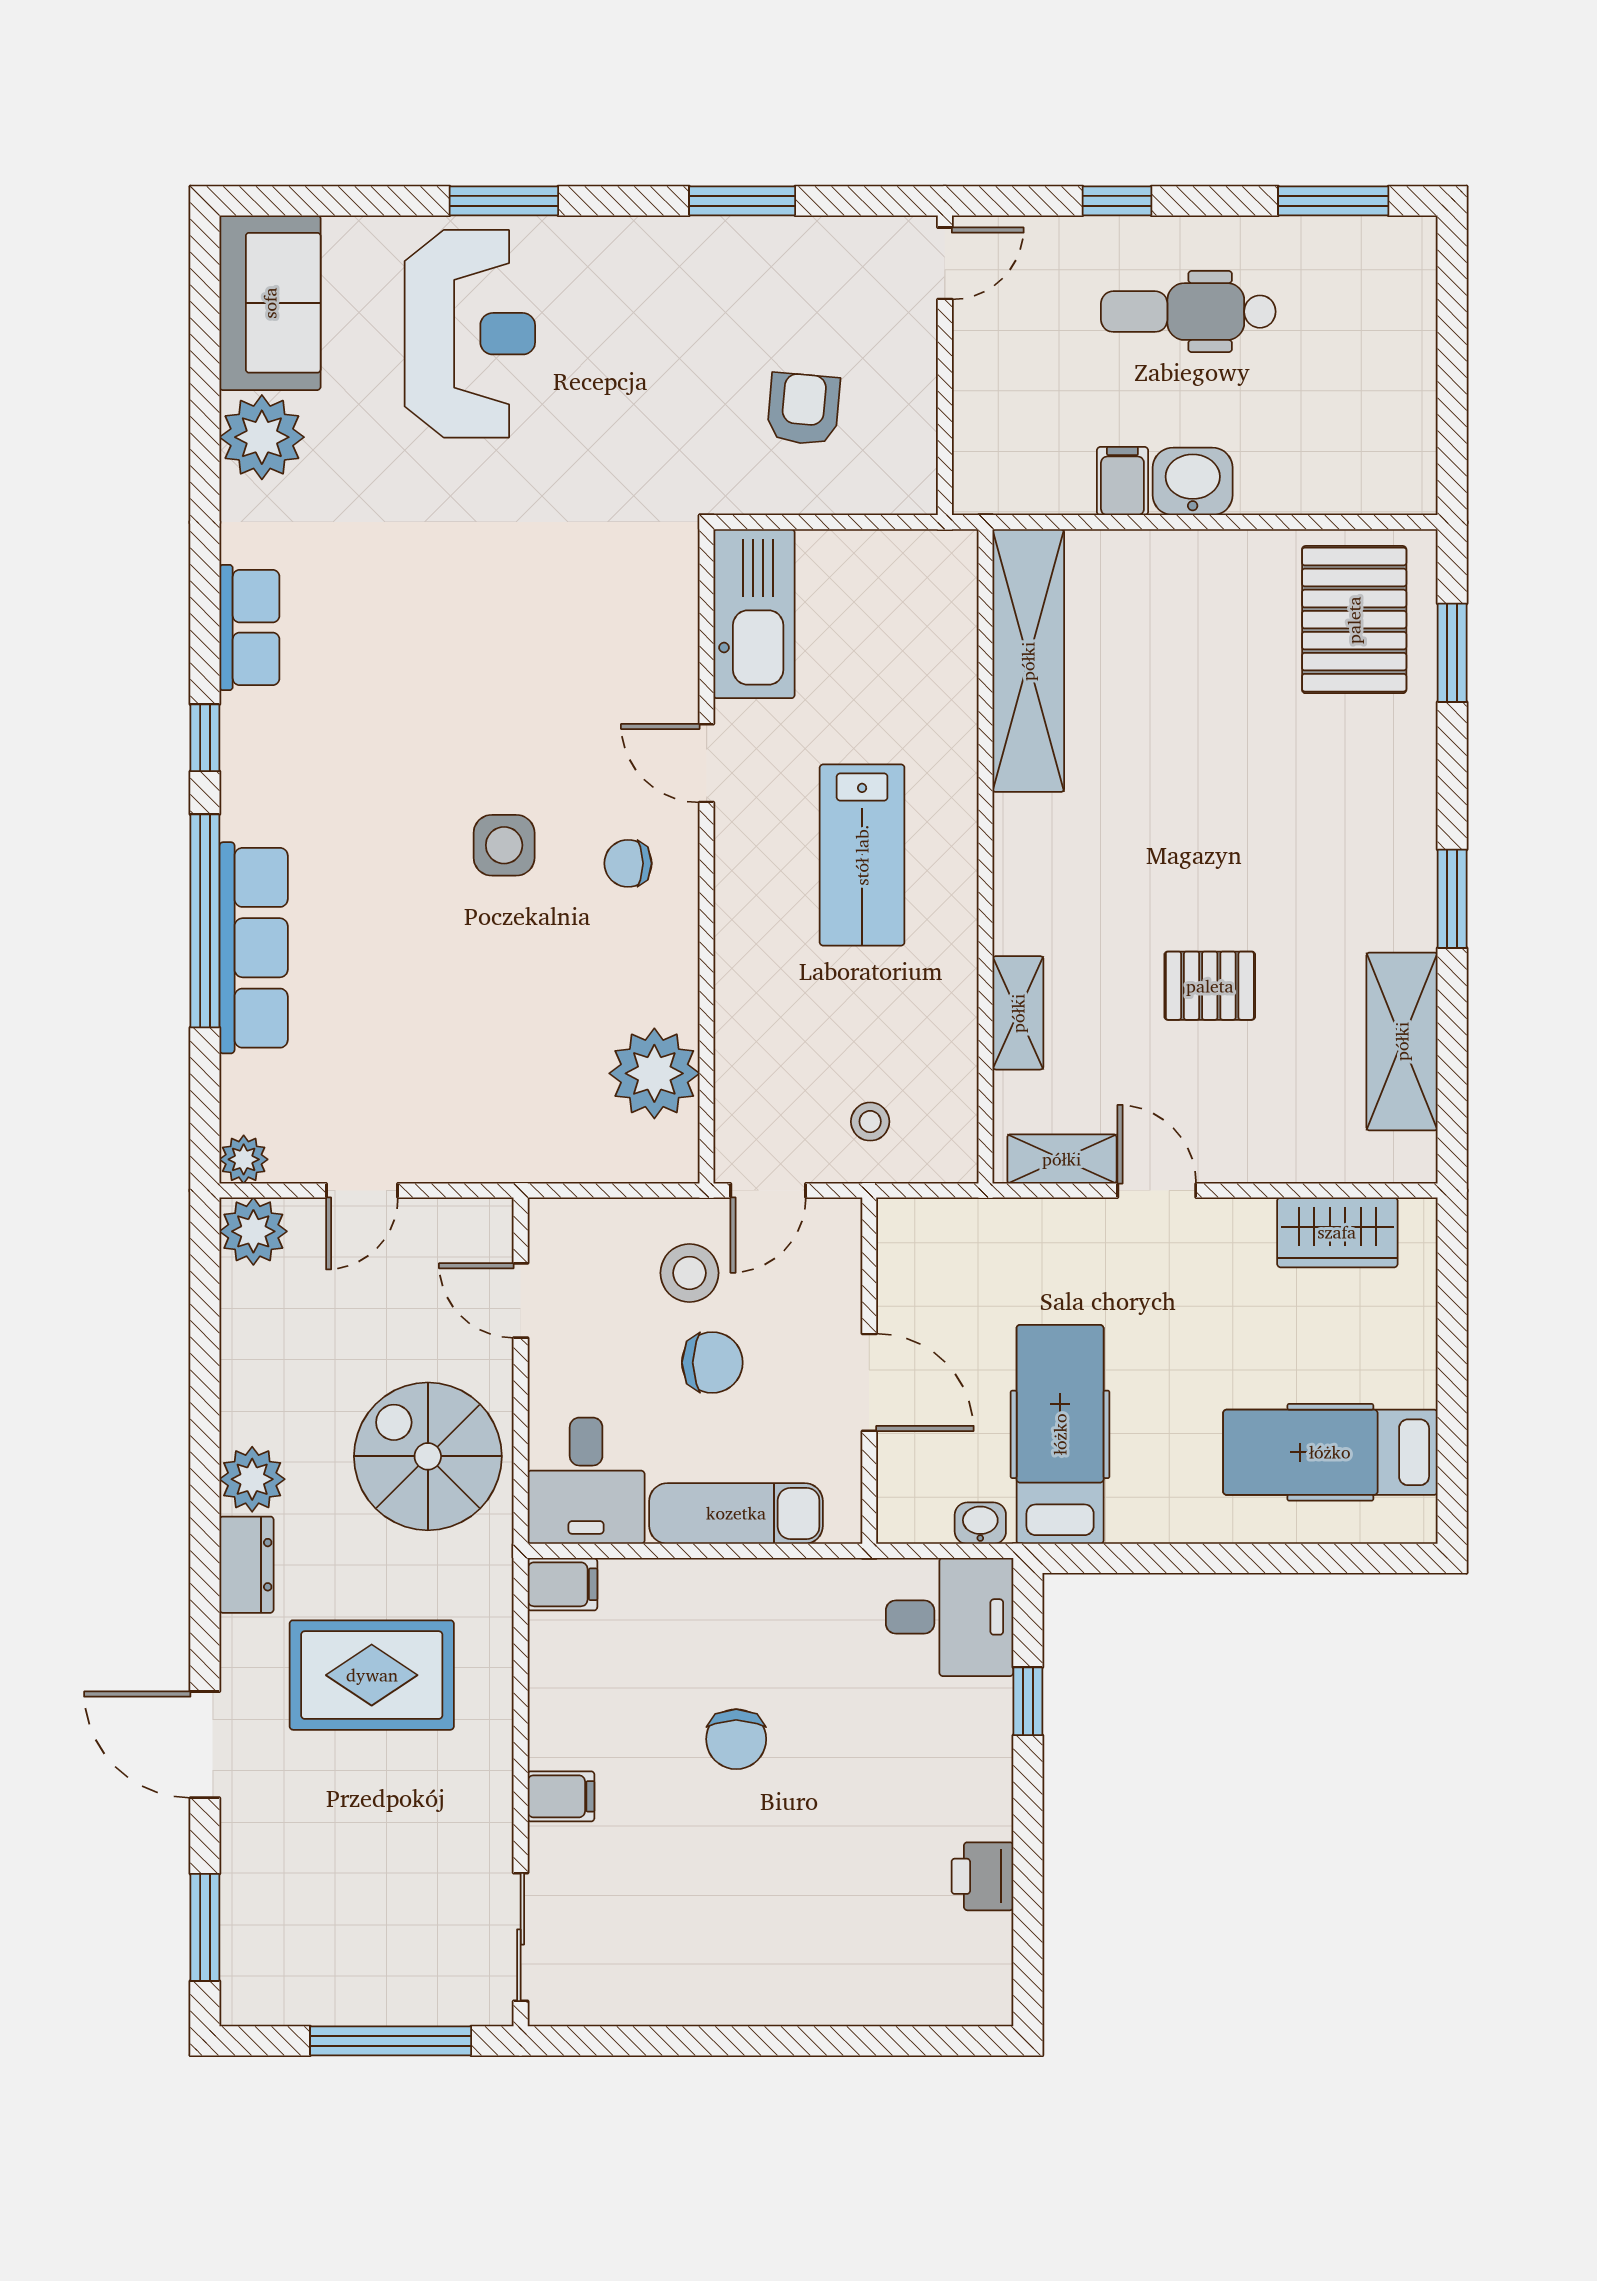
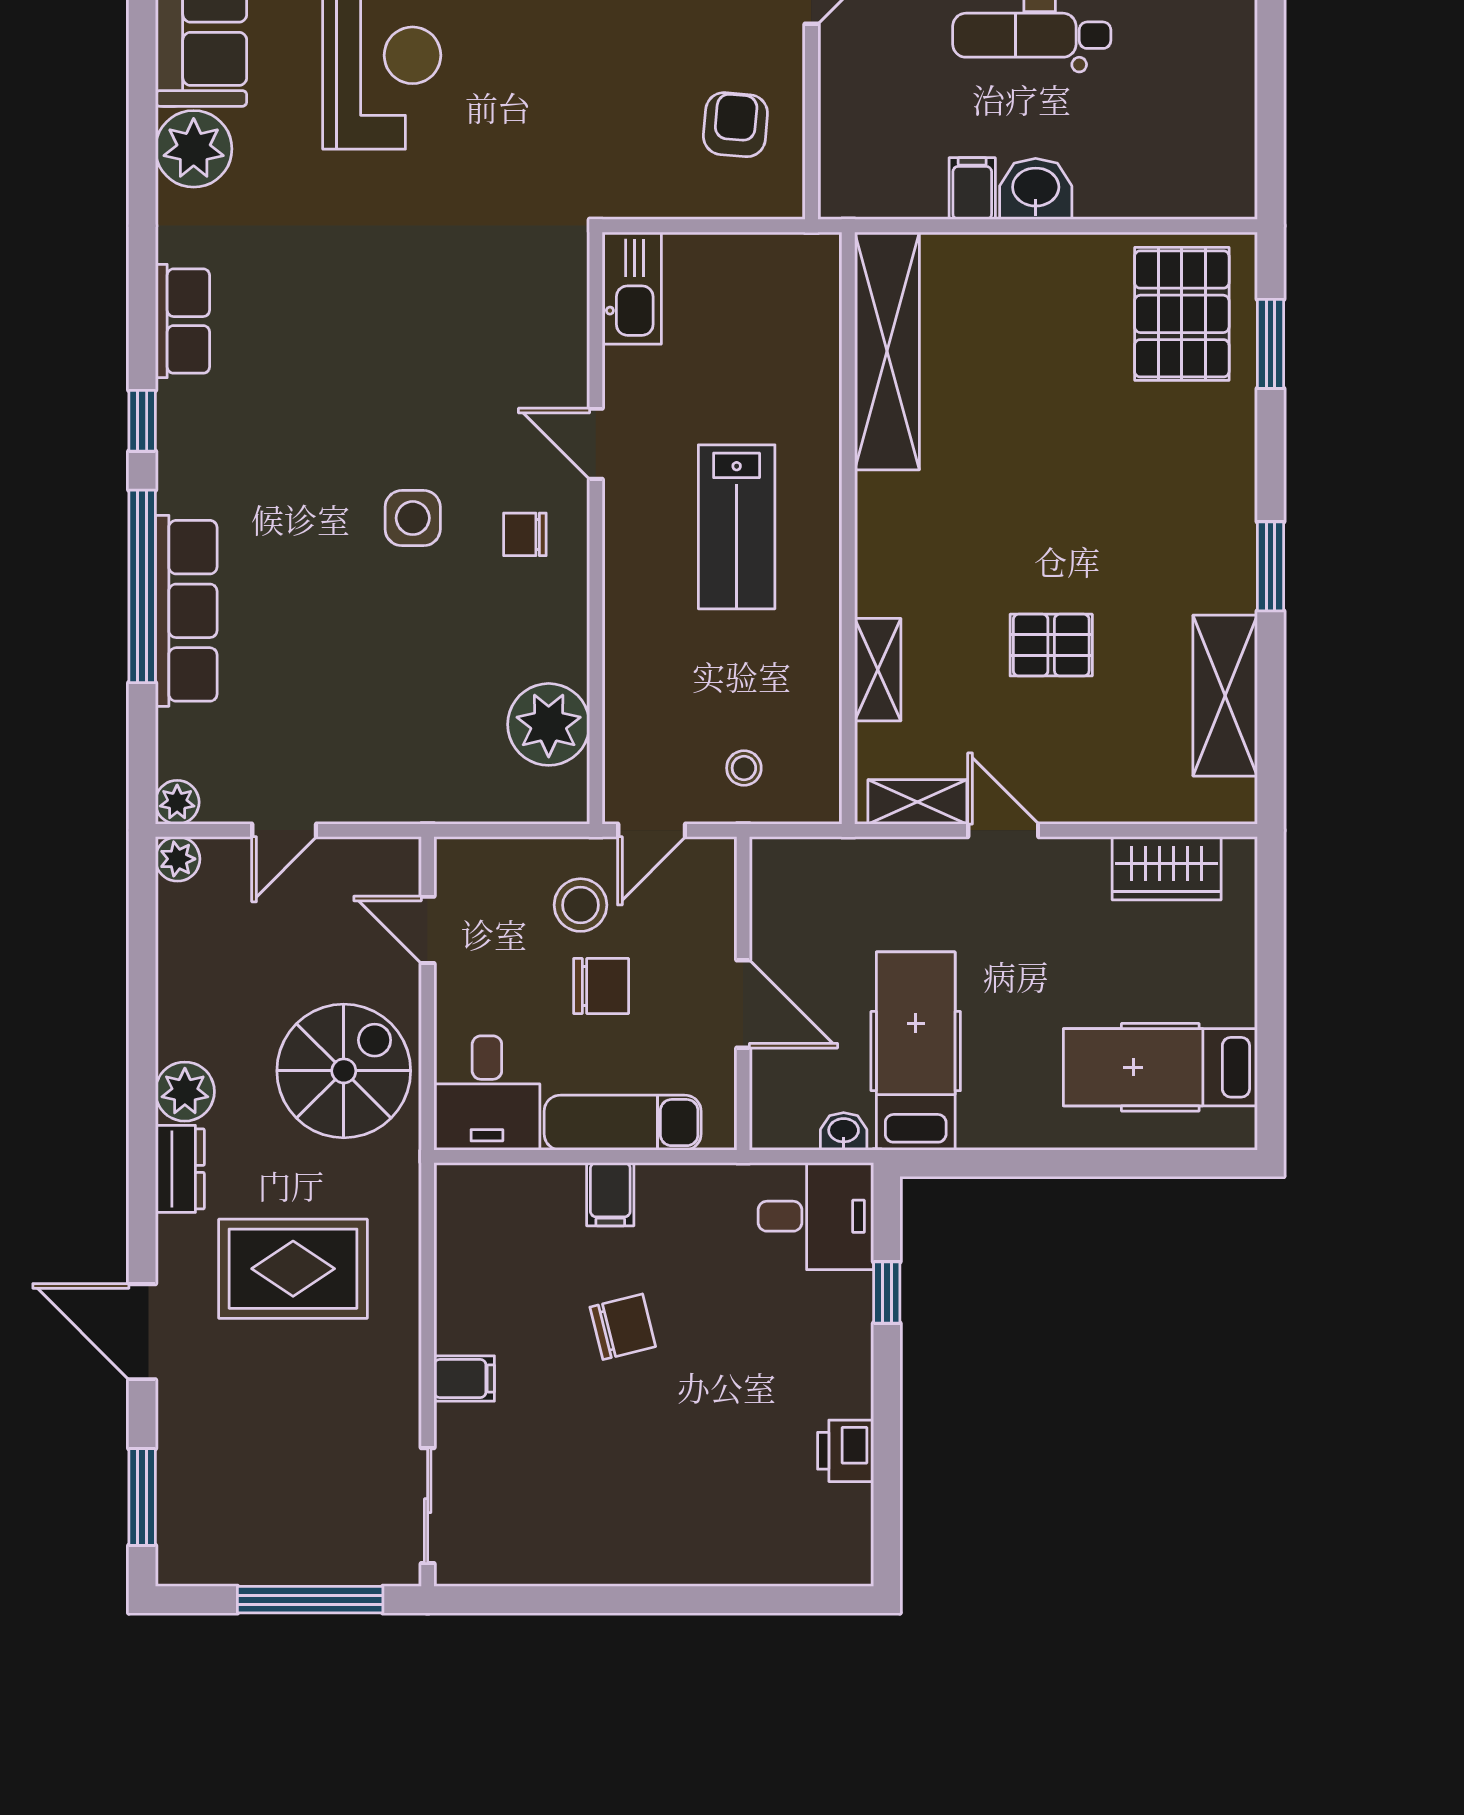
armchair: (803, 409) -> (735, 125), moved
kitchen sink: (754, 614) -> (632, 288), width x0.73, depth x0.81
plant: (253, 1231) -> (178, 859), width x0.73, depth x0.73
spiral stairs: (428, 1456) -> (344, 1071), turned 90
filing cabinet: (562, 1584) -> (610, 1194), moved, turned 90
chair: (736, 1739) -> (623, 1327), turned -104

